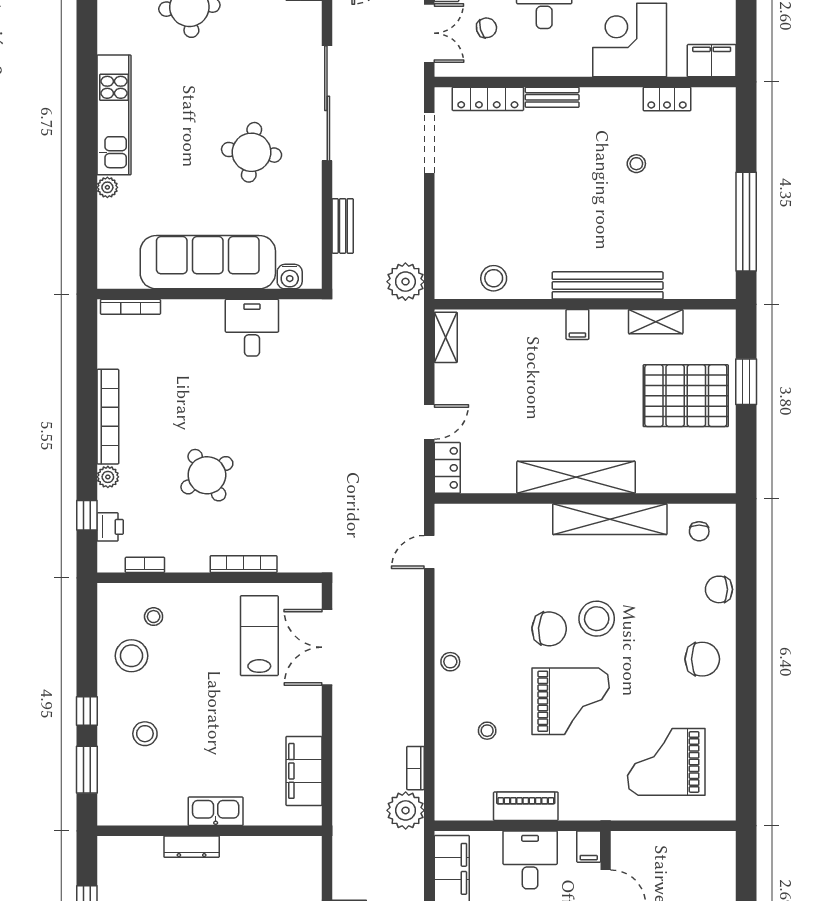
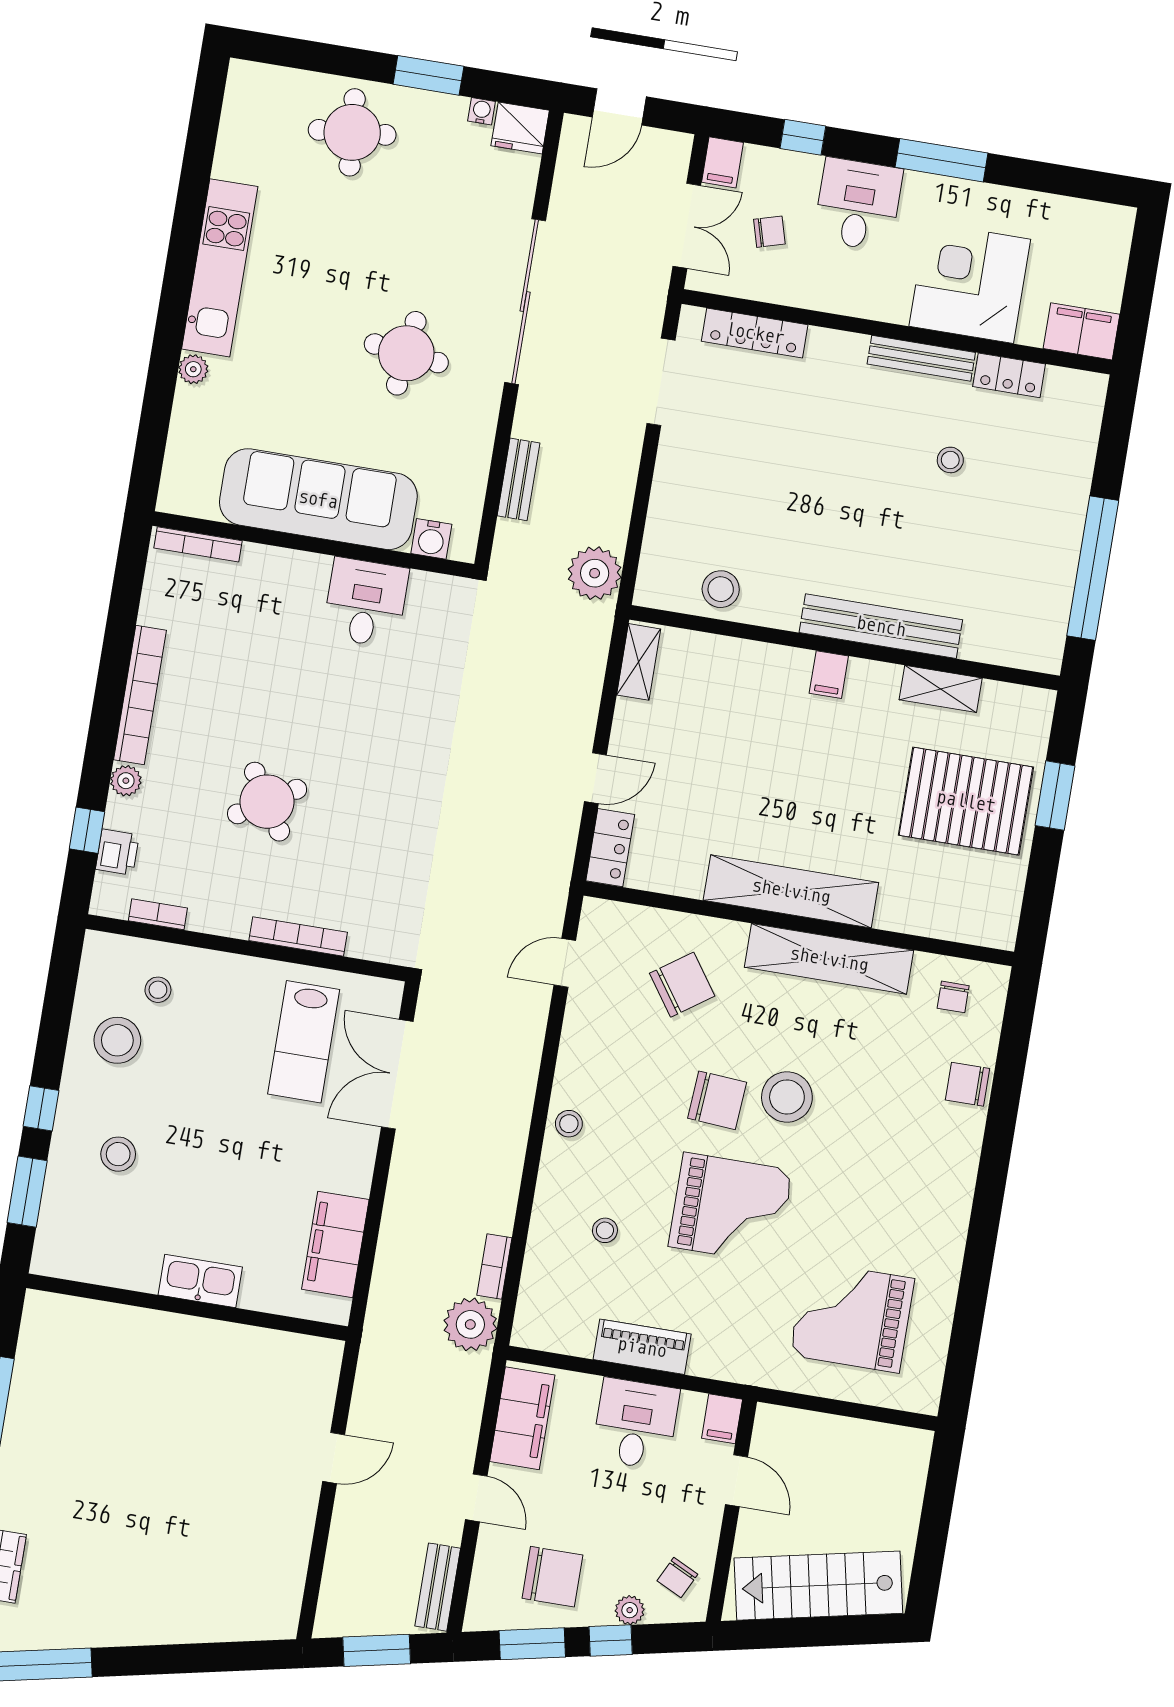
bench: (552, 97) -> (921, 358), moved, width x1.36
lab bench: (259, 636) -> (304, 1042), turned 180
chair: (702, 659) -> (682, 985), moved, turned -35
dresser: (192, 847) -> (158, 1326), removed

